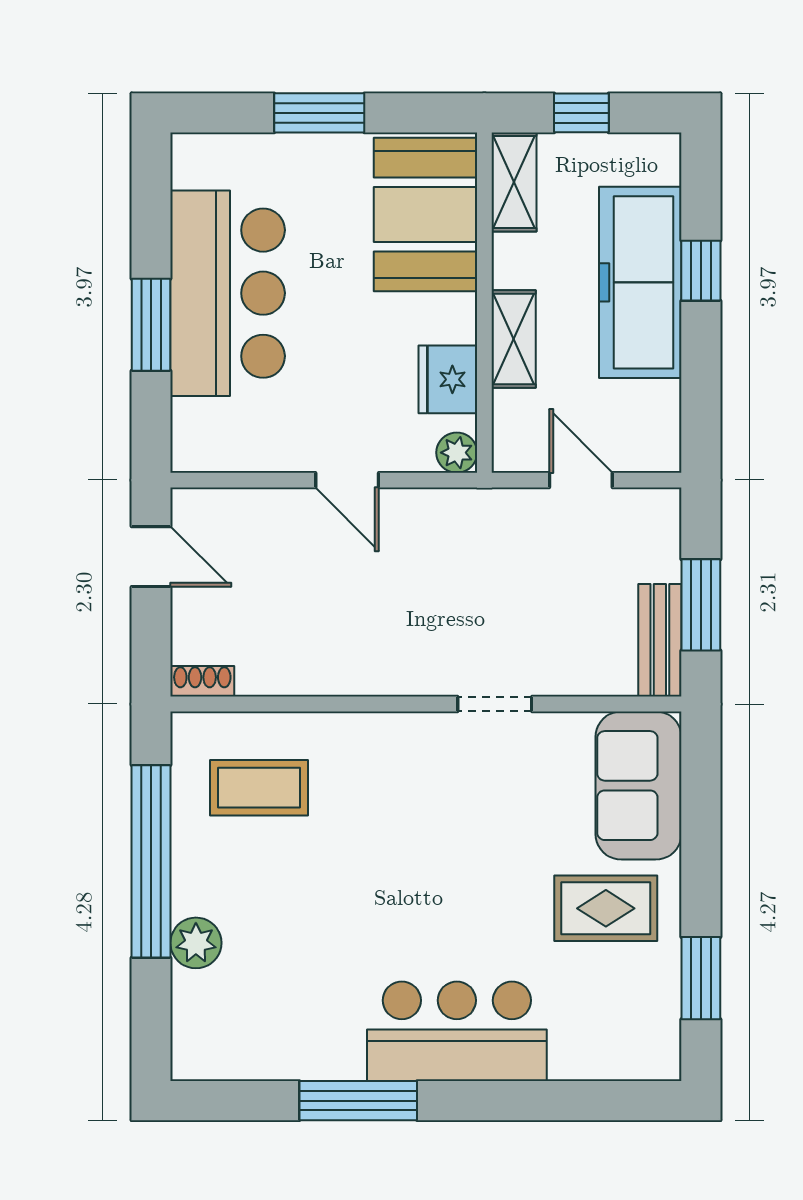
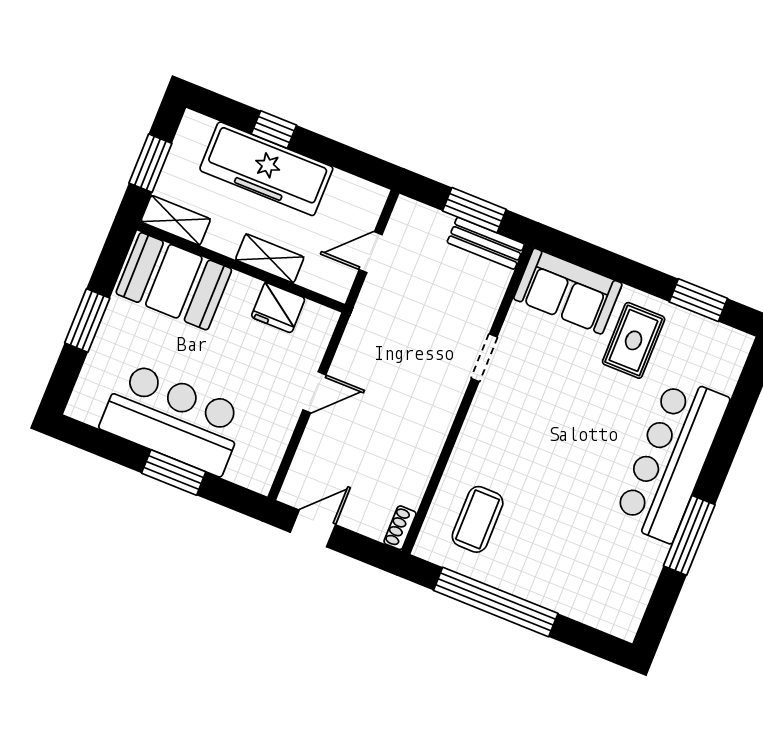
window: (581, 113) -> (150, 163), width x1.50
plant: (457, 453) -> (324, 320), removed
plant: (196, 943) -> (556, 595), removed
bar counter: (457, 1031) -> (671, 459), width x1.36

